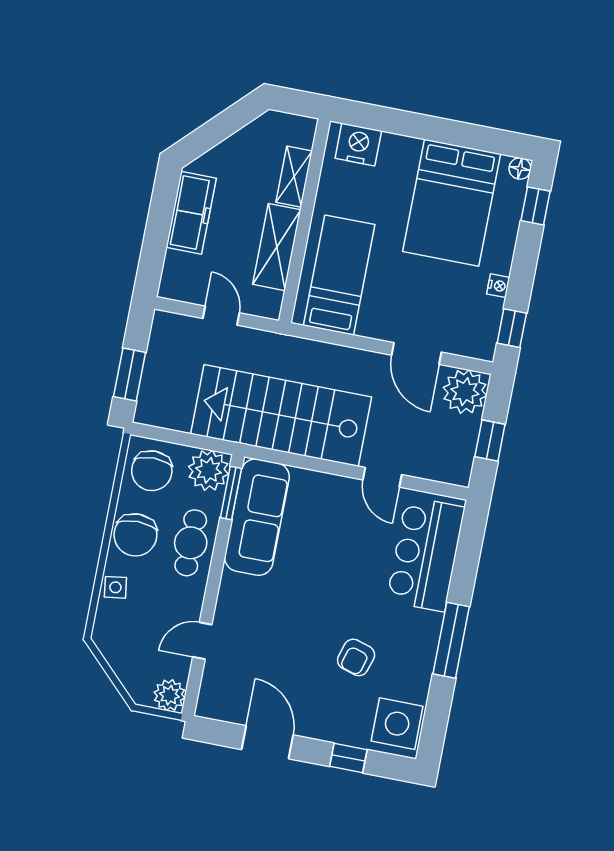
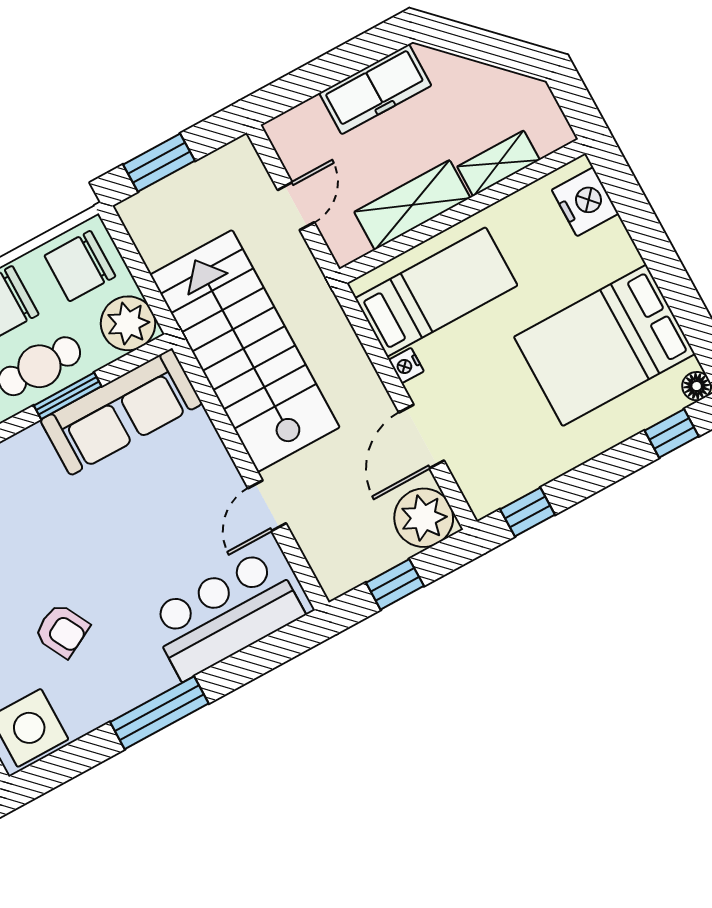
nightstand: (498, 286) -> (406, 366), moved, turned 90
window: (231, 493) -> (68, 396), moved
armchair: (356, 657) -> (62, 631), turned -135

